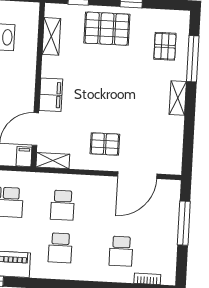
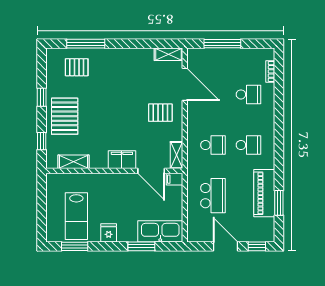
shelving: (178, 98) -> (168, 54), moved
pallet: (105, 144) -> (160, 113), turned 90

